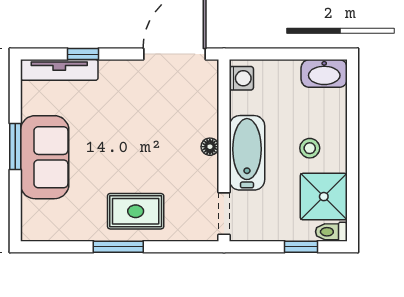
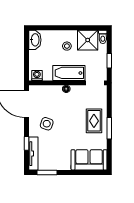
side table: (129, 101) -> (47, 124), added
window: (15, 147) -> (47, 172), moved
sofa: (45, 157) -> (89, 160), moved
window: (301, 247) -> (109, 61), moved

